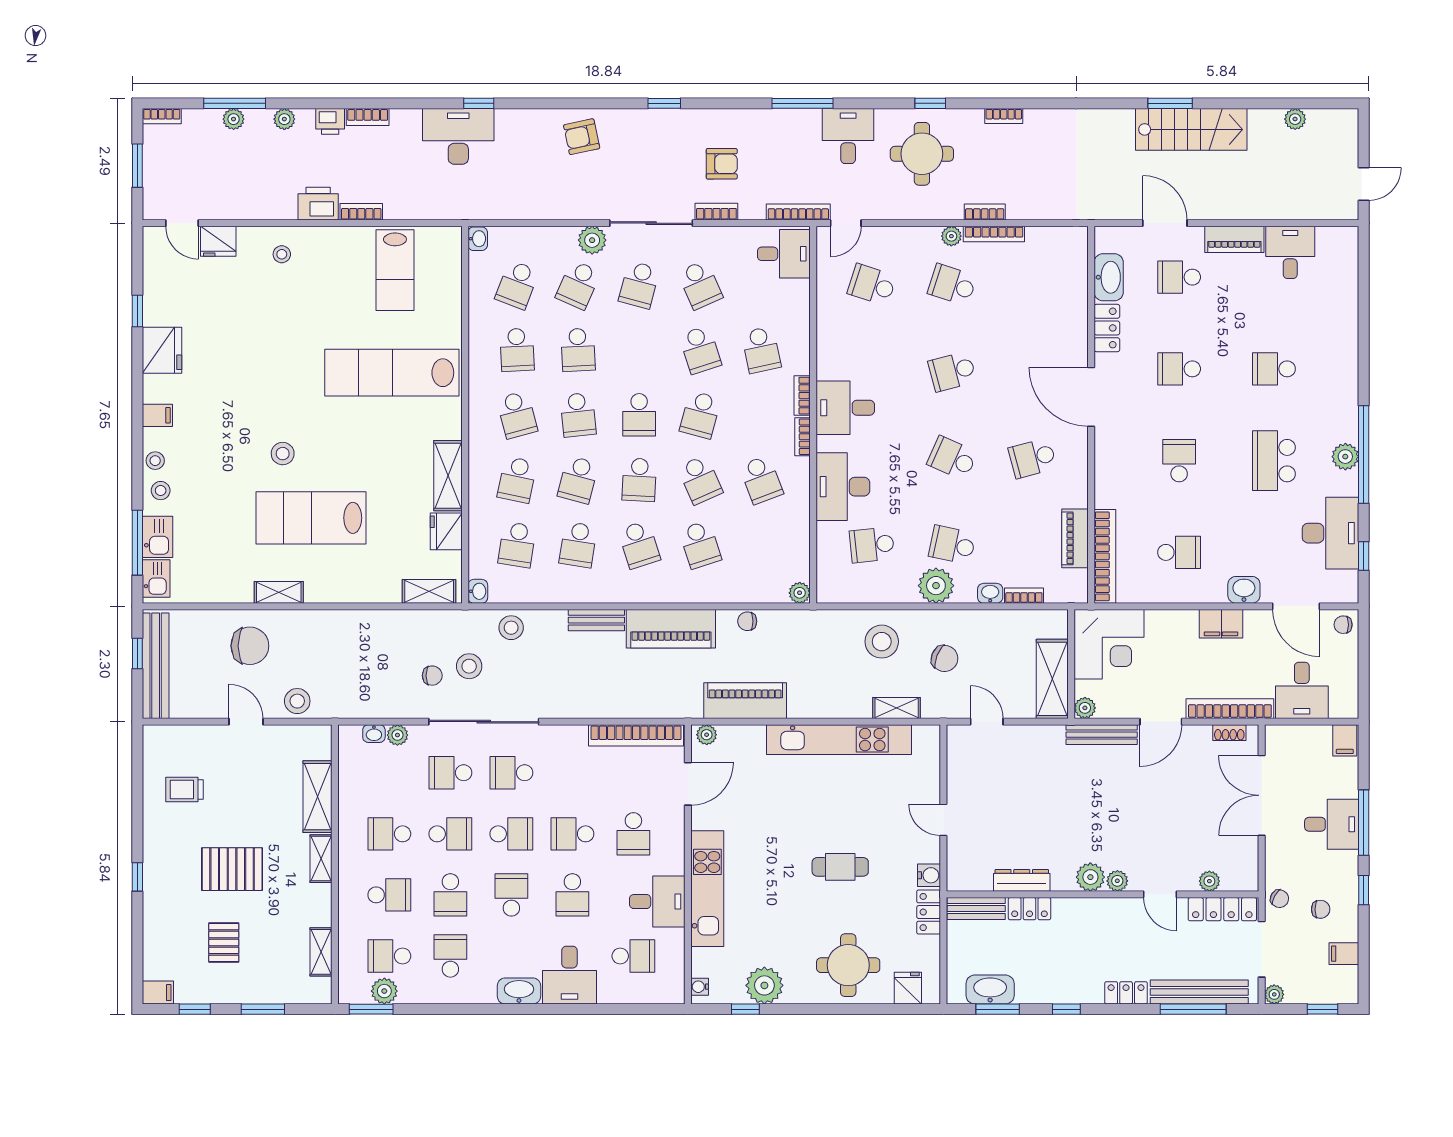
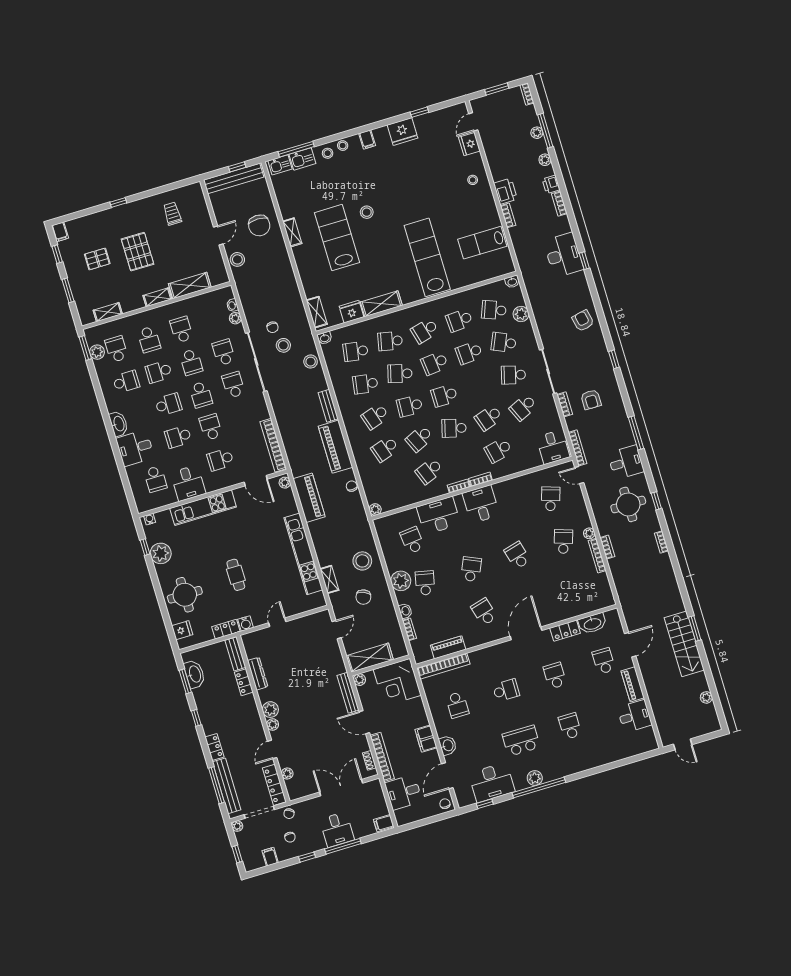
plant: (592, 240) -> (521, 314), moved

